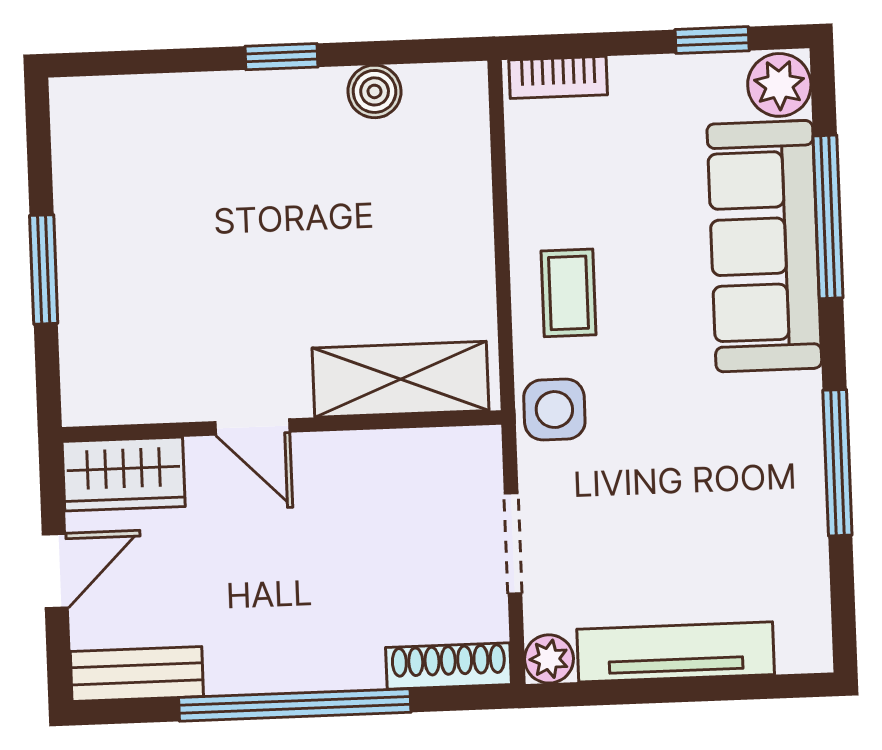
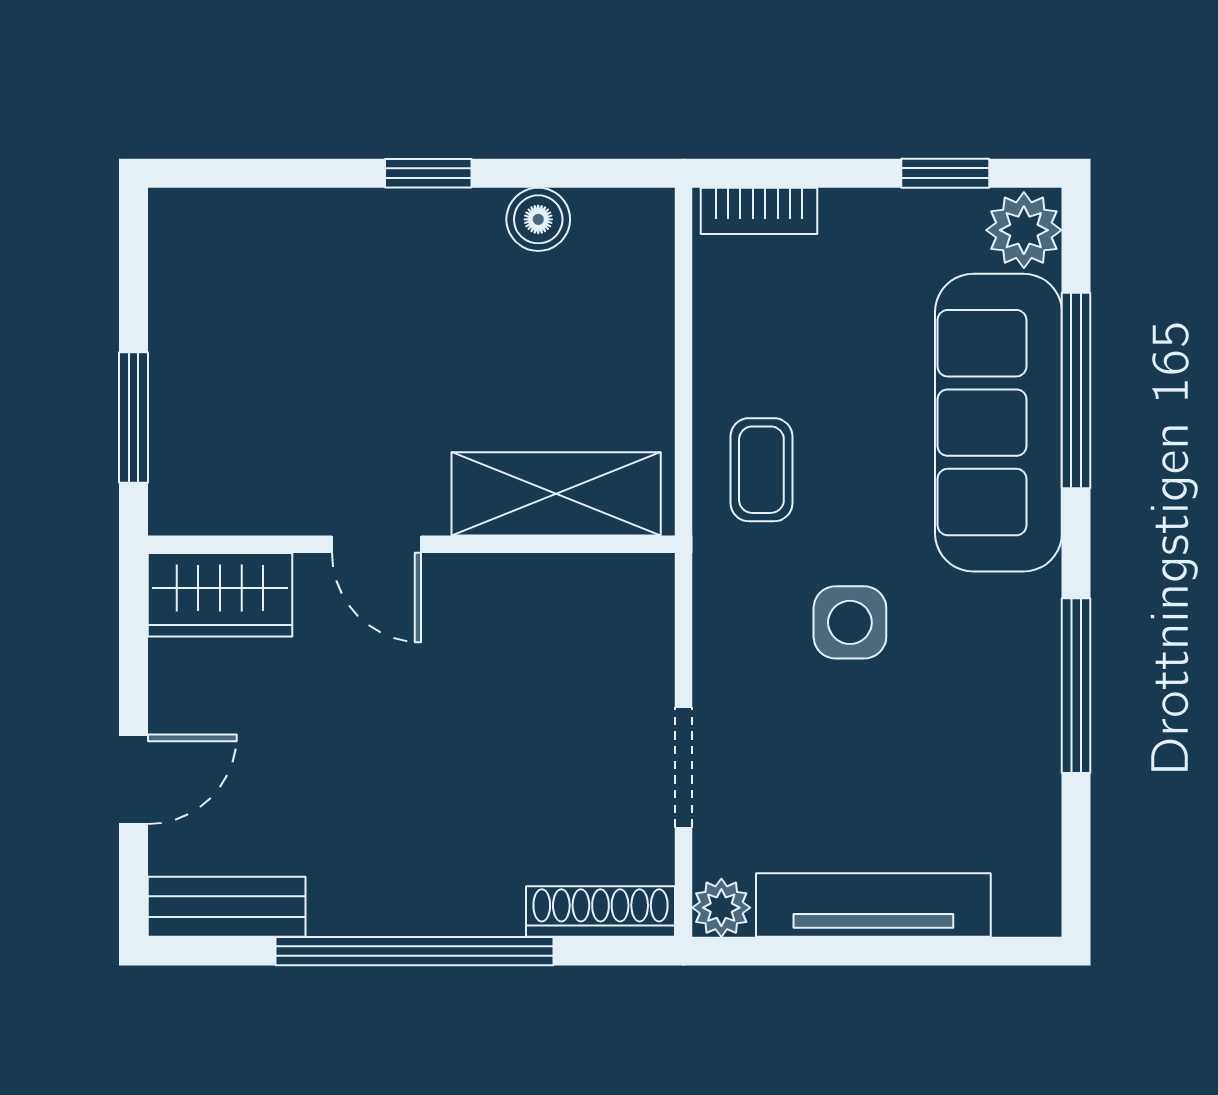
shelving: (400, 379) -> (556, 494), moved
side table: (554, 410) -> (850, 622), moved
wall: (282, 426) -> (411, 544), moved
door: (252, 427) -> (376, 544), moved
wardrobe: (124, 474) -> (220, 595), moved

